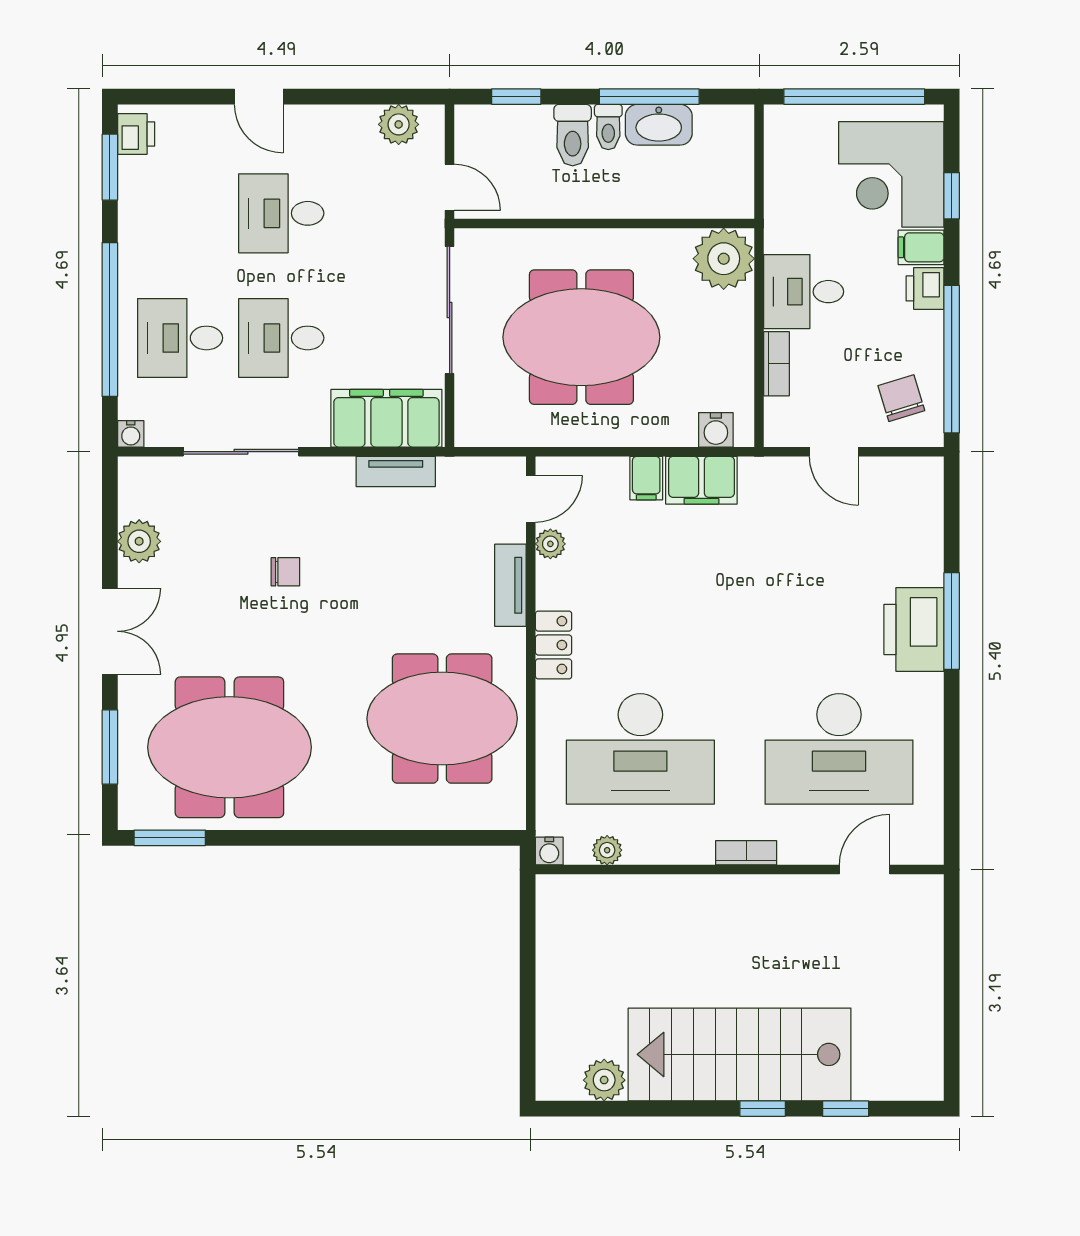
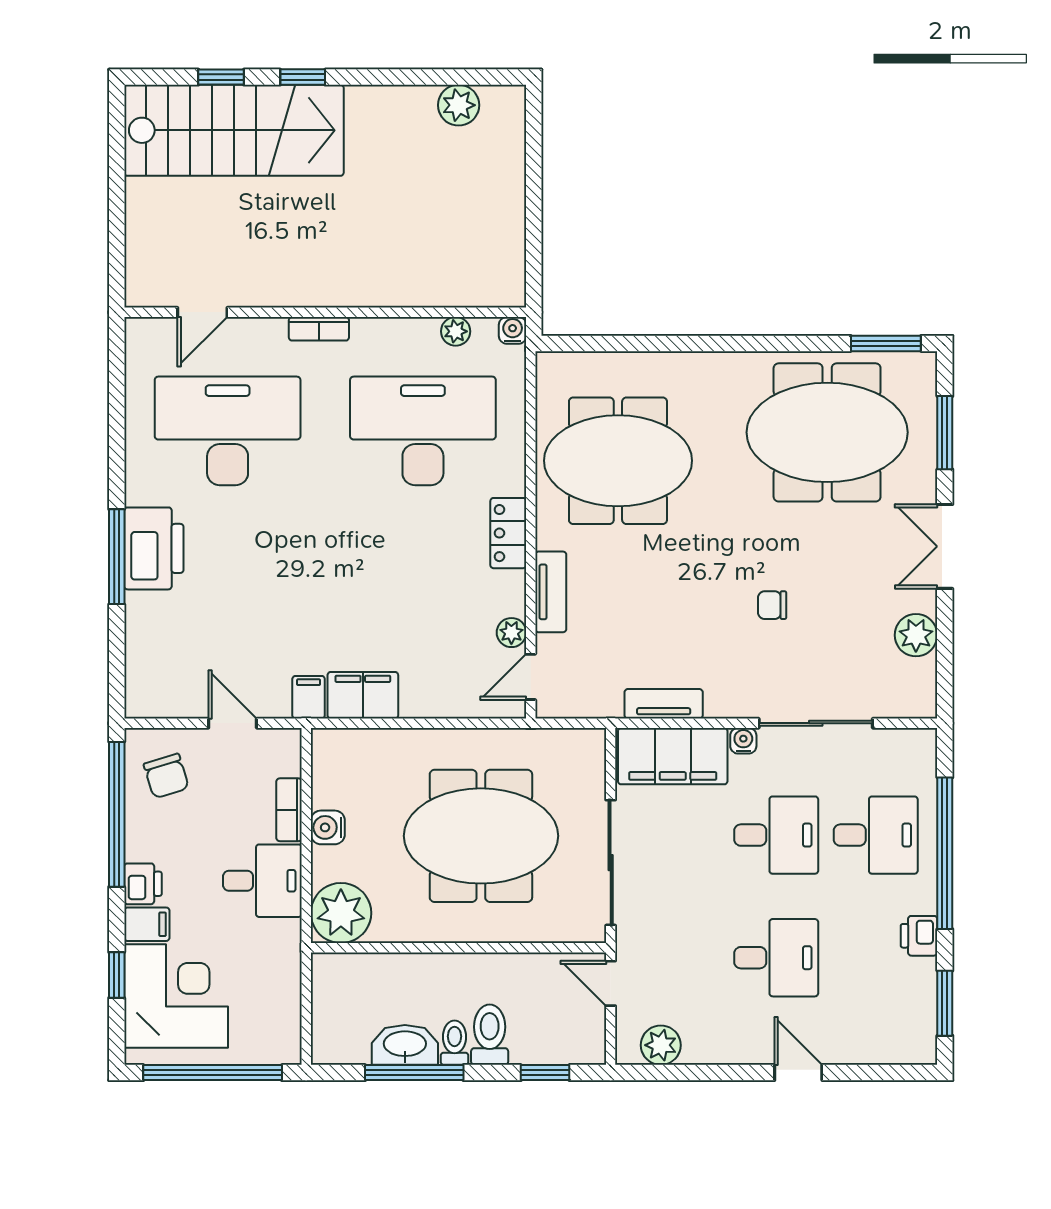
printer: (136, 134) -> (919, 936), moved
water cooler: (716, 430) -> (328, 827), moved, turned -90
water cooler: (131, 434) -> (743, 741), moved
filing cabinet: (646, 478) -> (309, 697), moved
stairs: (740, 1054) -> (234, 130), moved

